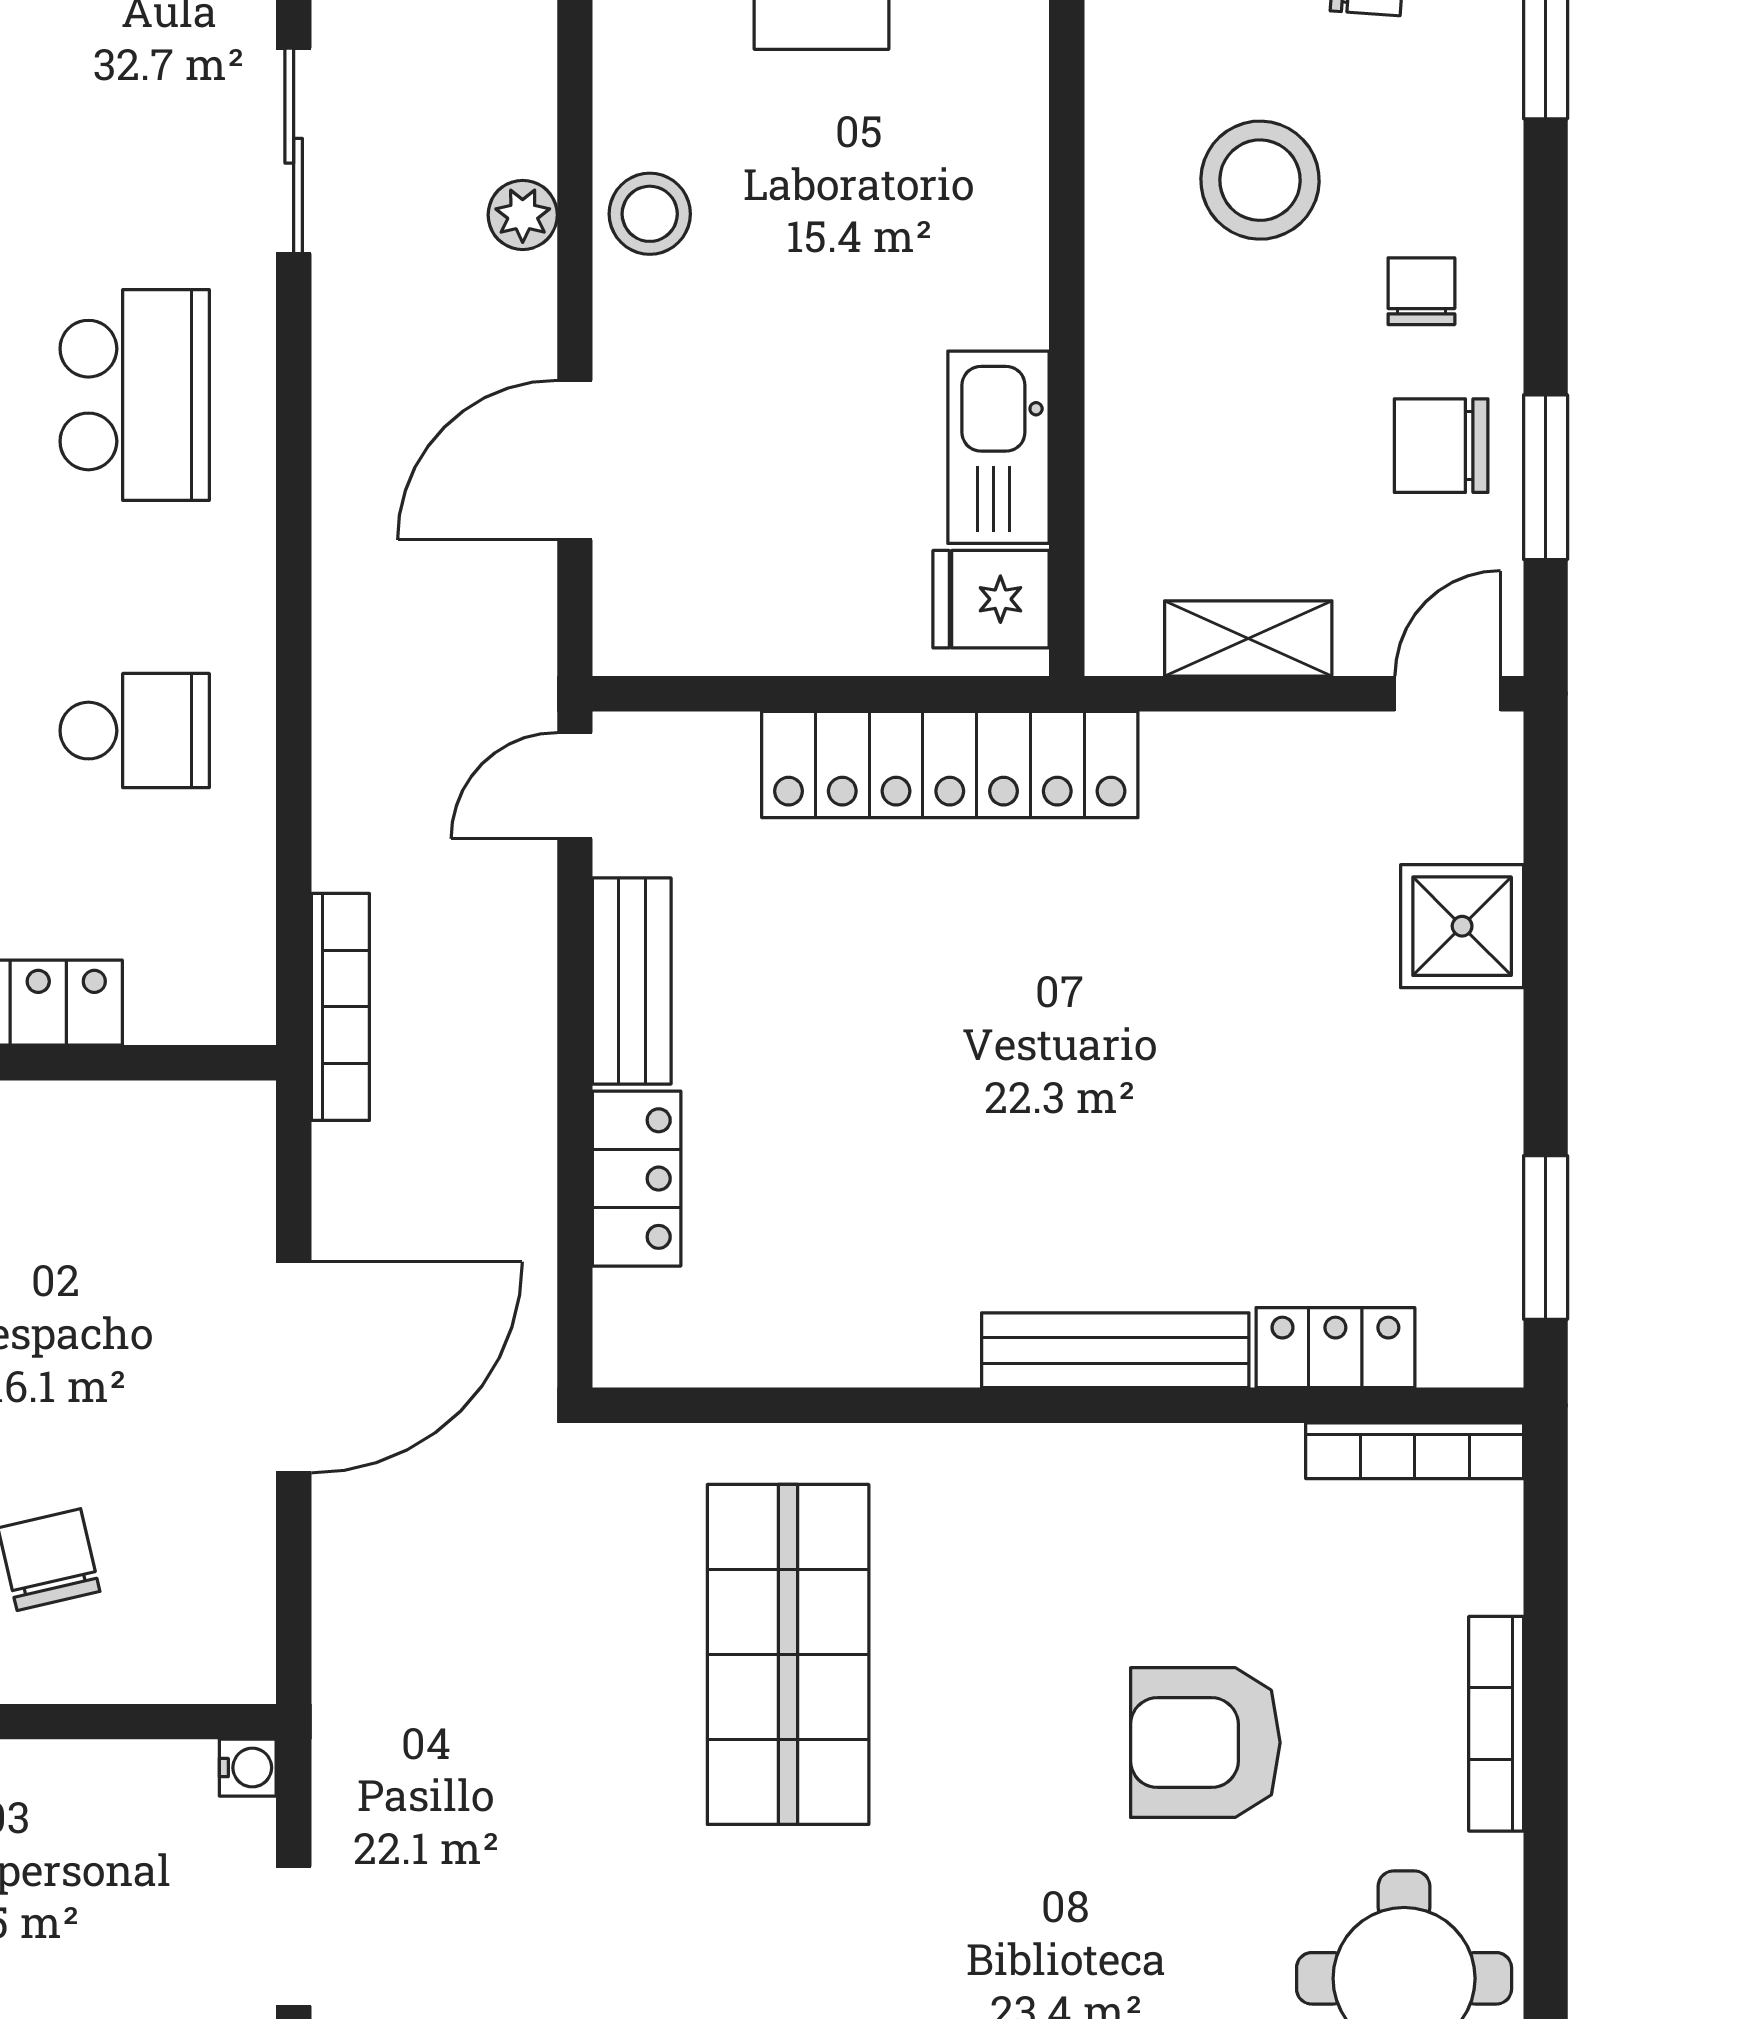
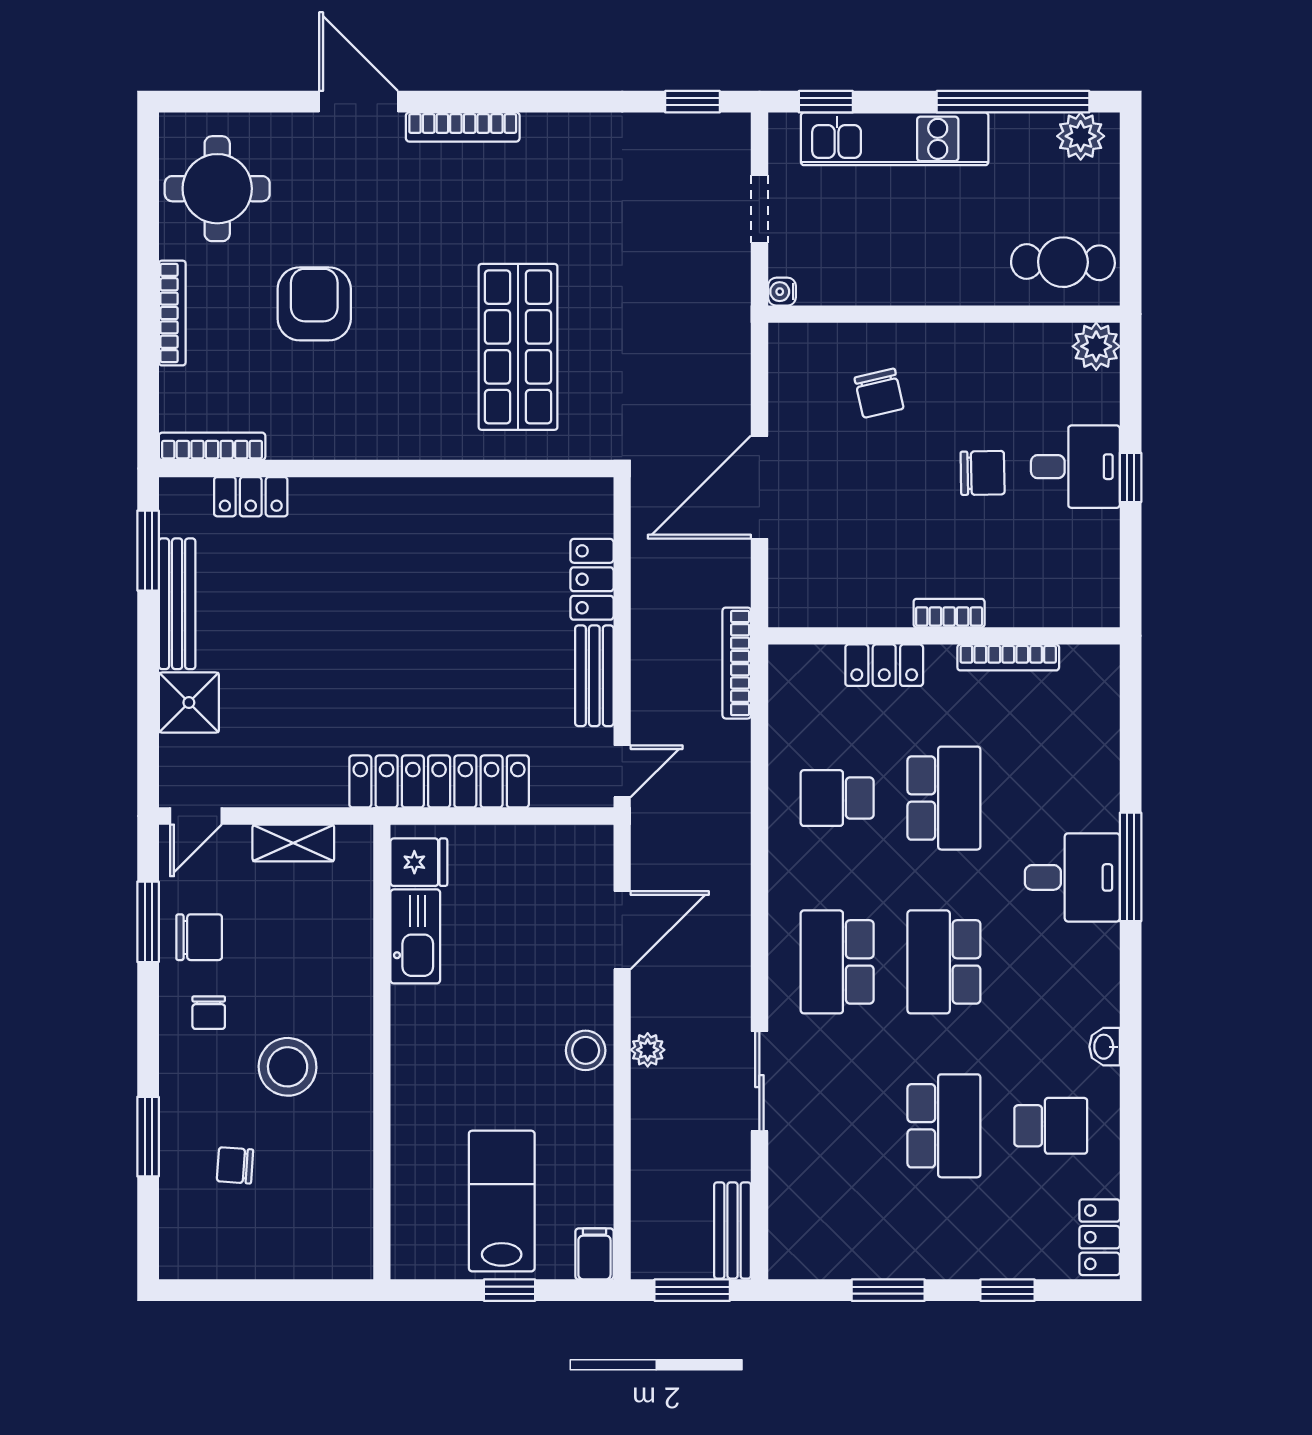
bench: (1115, 1350) -> (177, 604), moved, turned 90
armchair: (1205, 1743) -> (314, 304), turned -90

